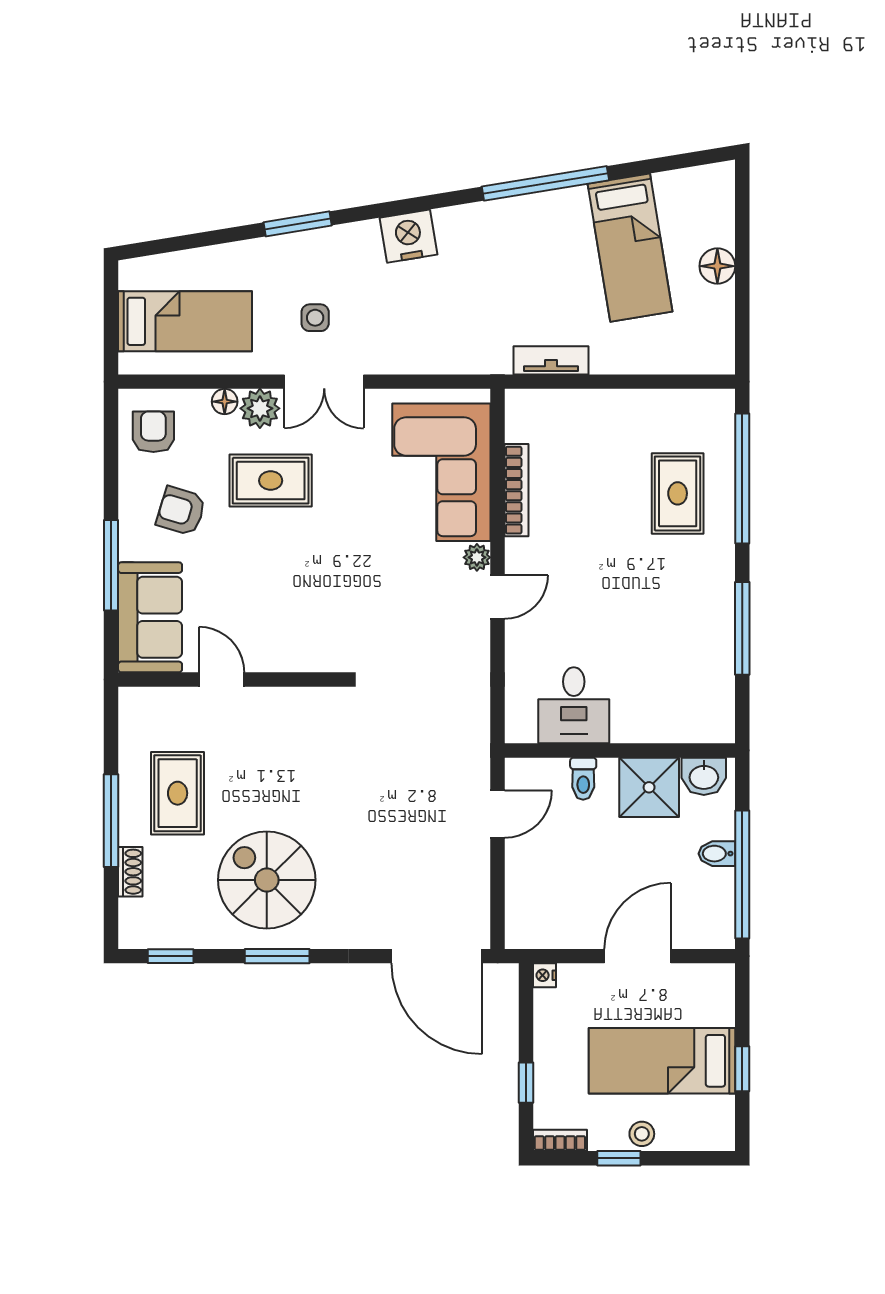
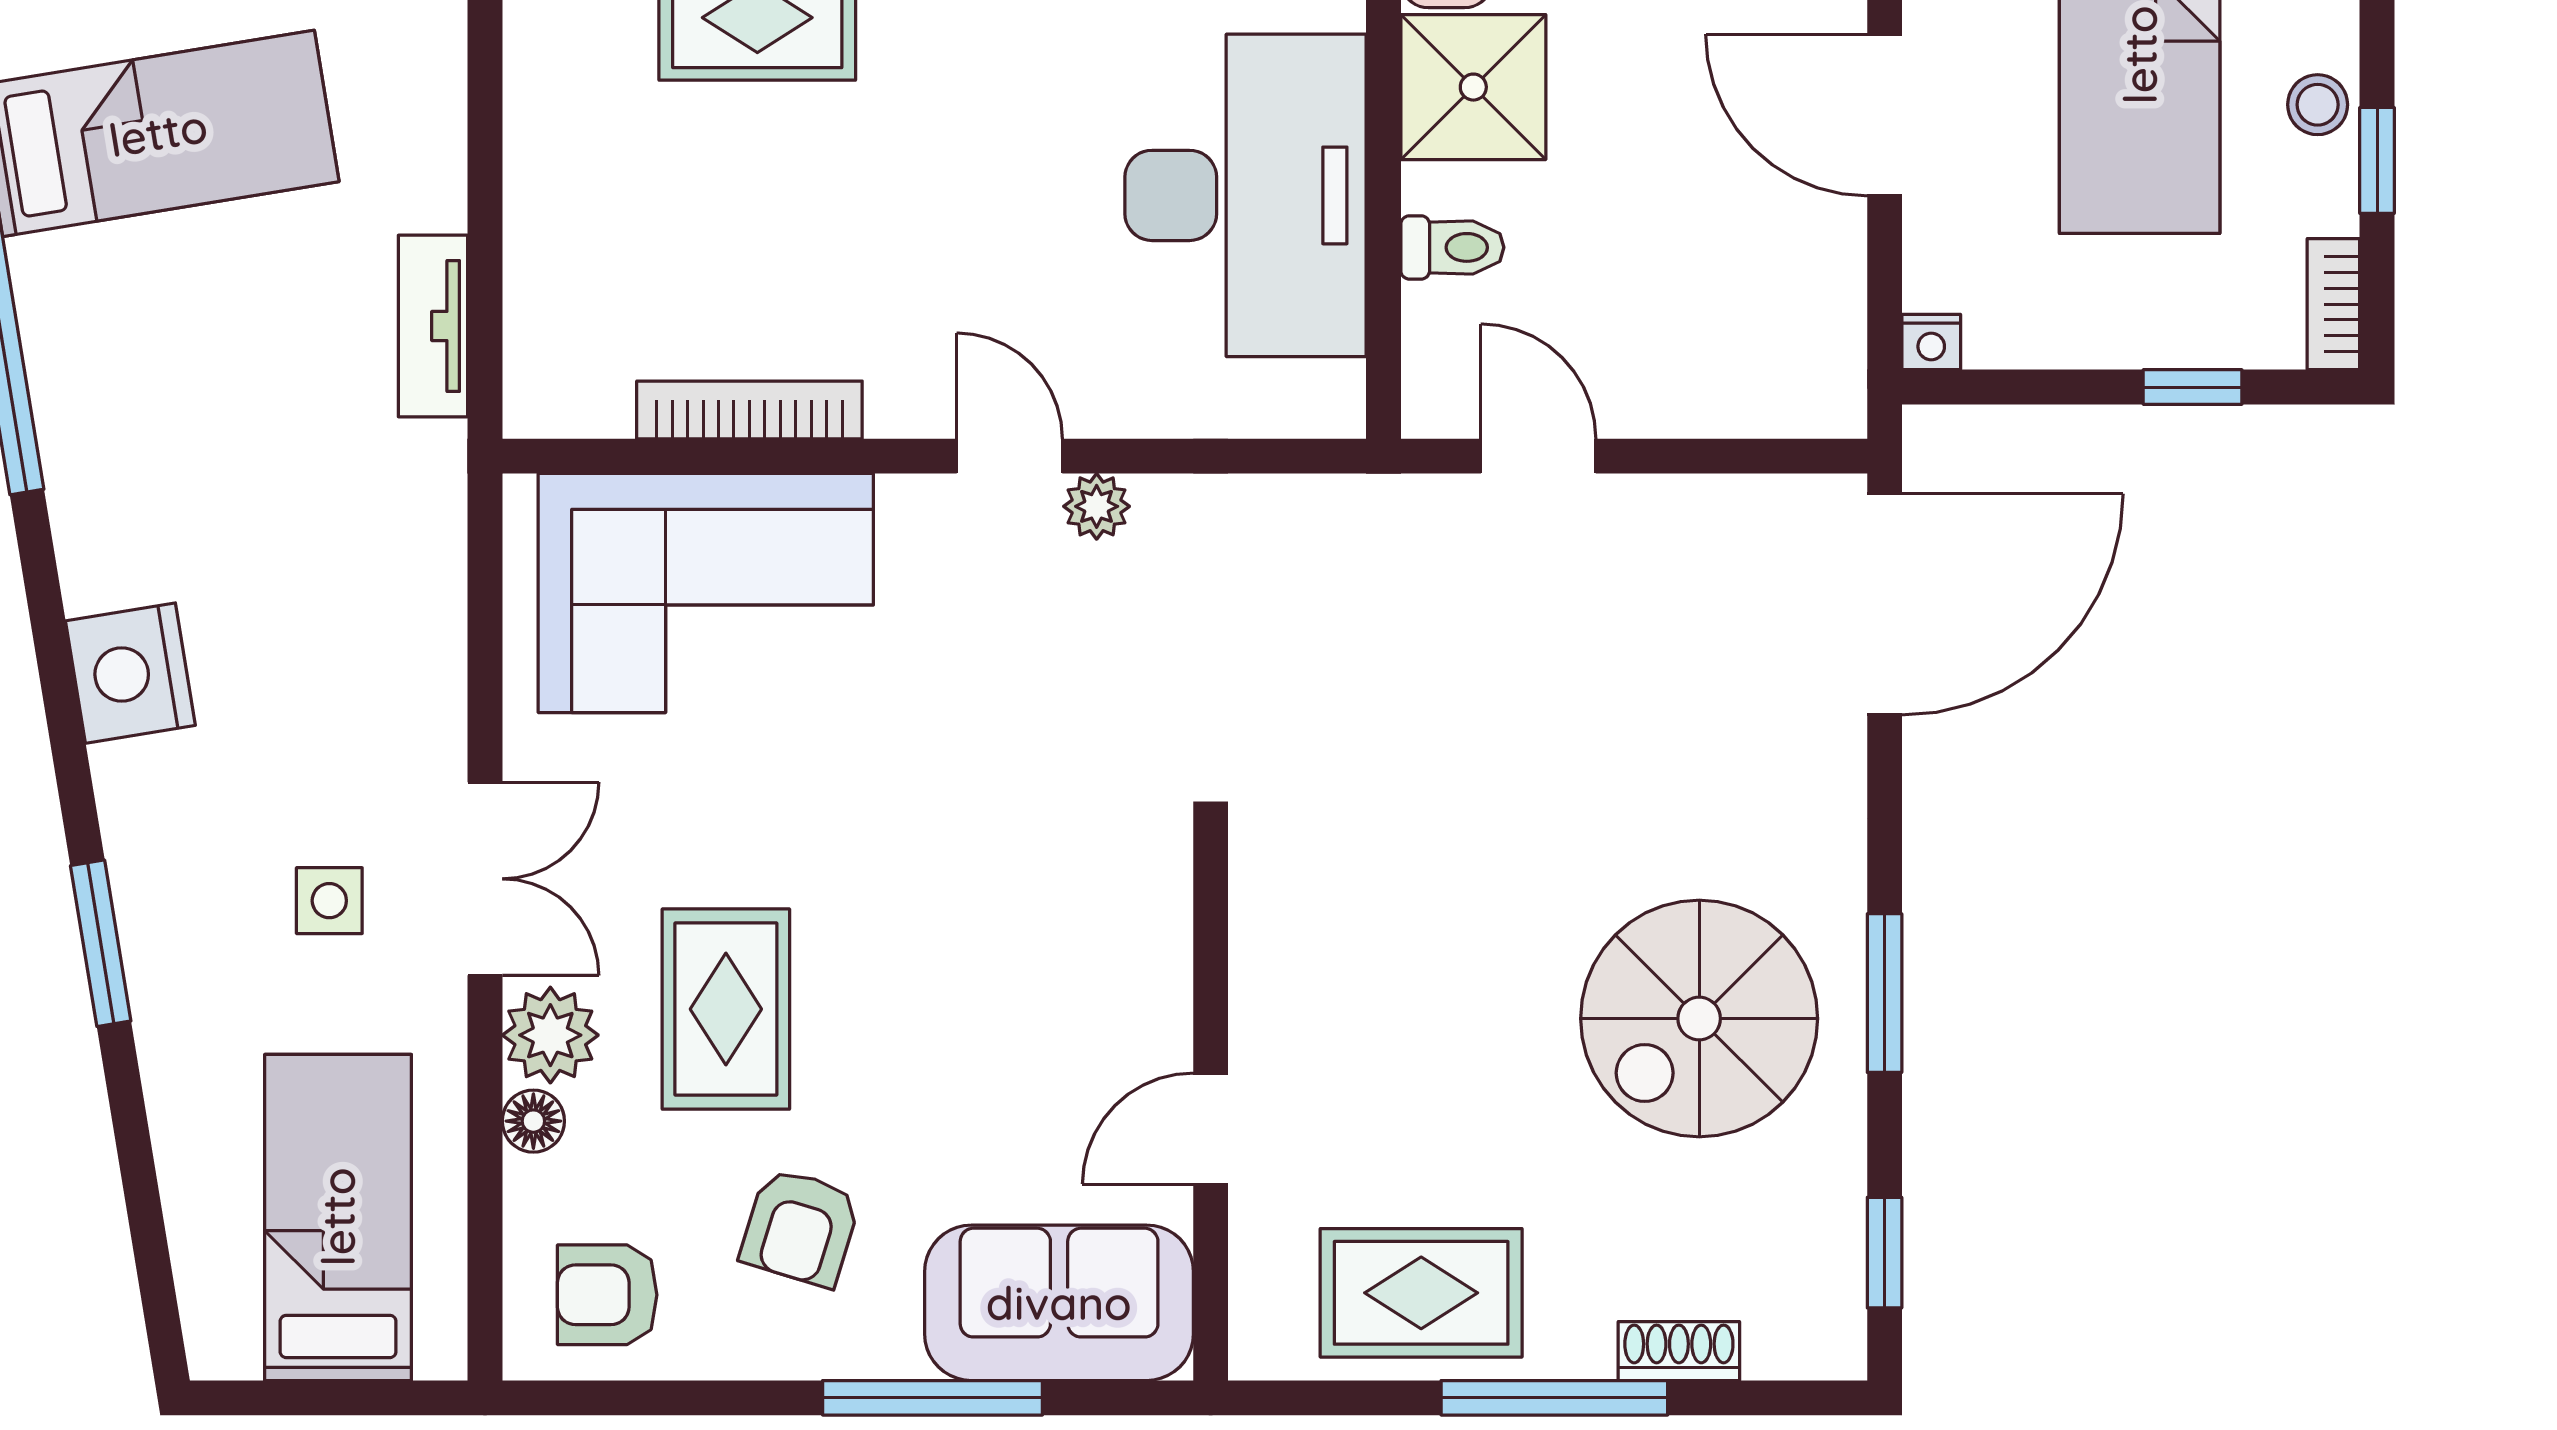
plant: (477, 557) -> (1097, 506), moved
desk: (574, 705) -> (1246, 195), width x1.87, depth x1.30
rug: (178, 793) -> (1421, 1293), moved

